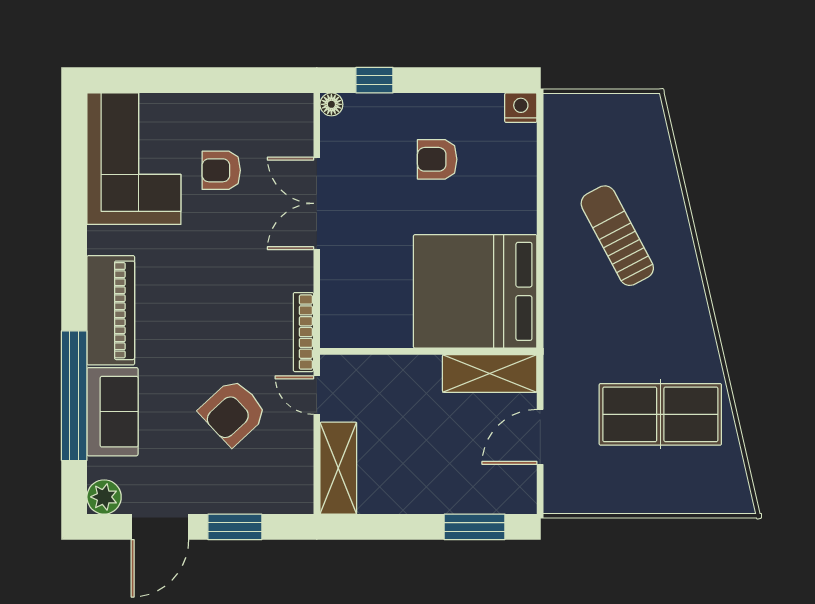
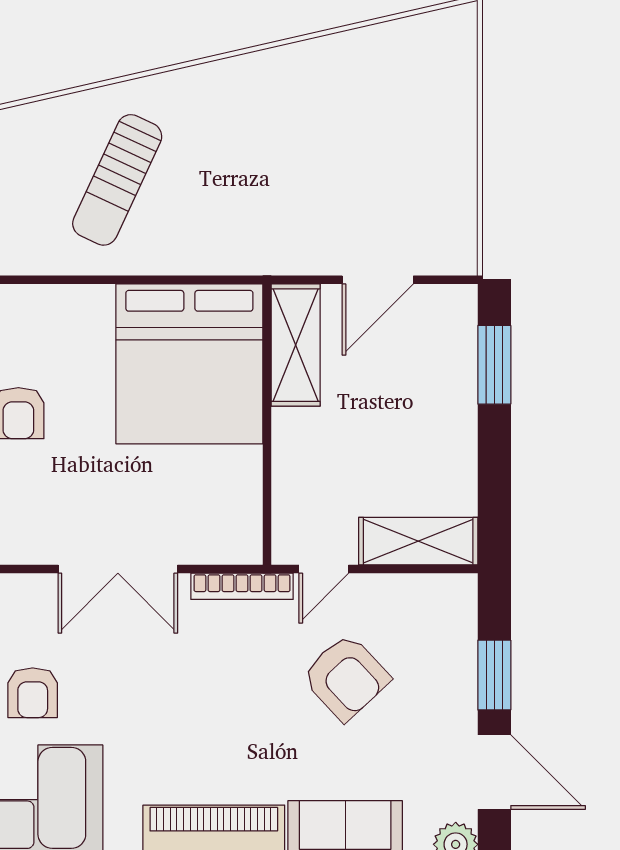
double door: (317, 203) -> (118, 569), moved
sun lounger: (617, 236) -> (117, 180), turned -37
table tennis table: (660, 414) -> (349, 124), removed
door: (540, 437) -> (378, 280), hinge flipped

